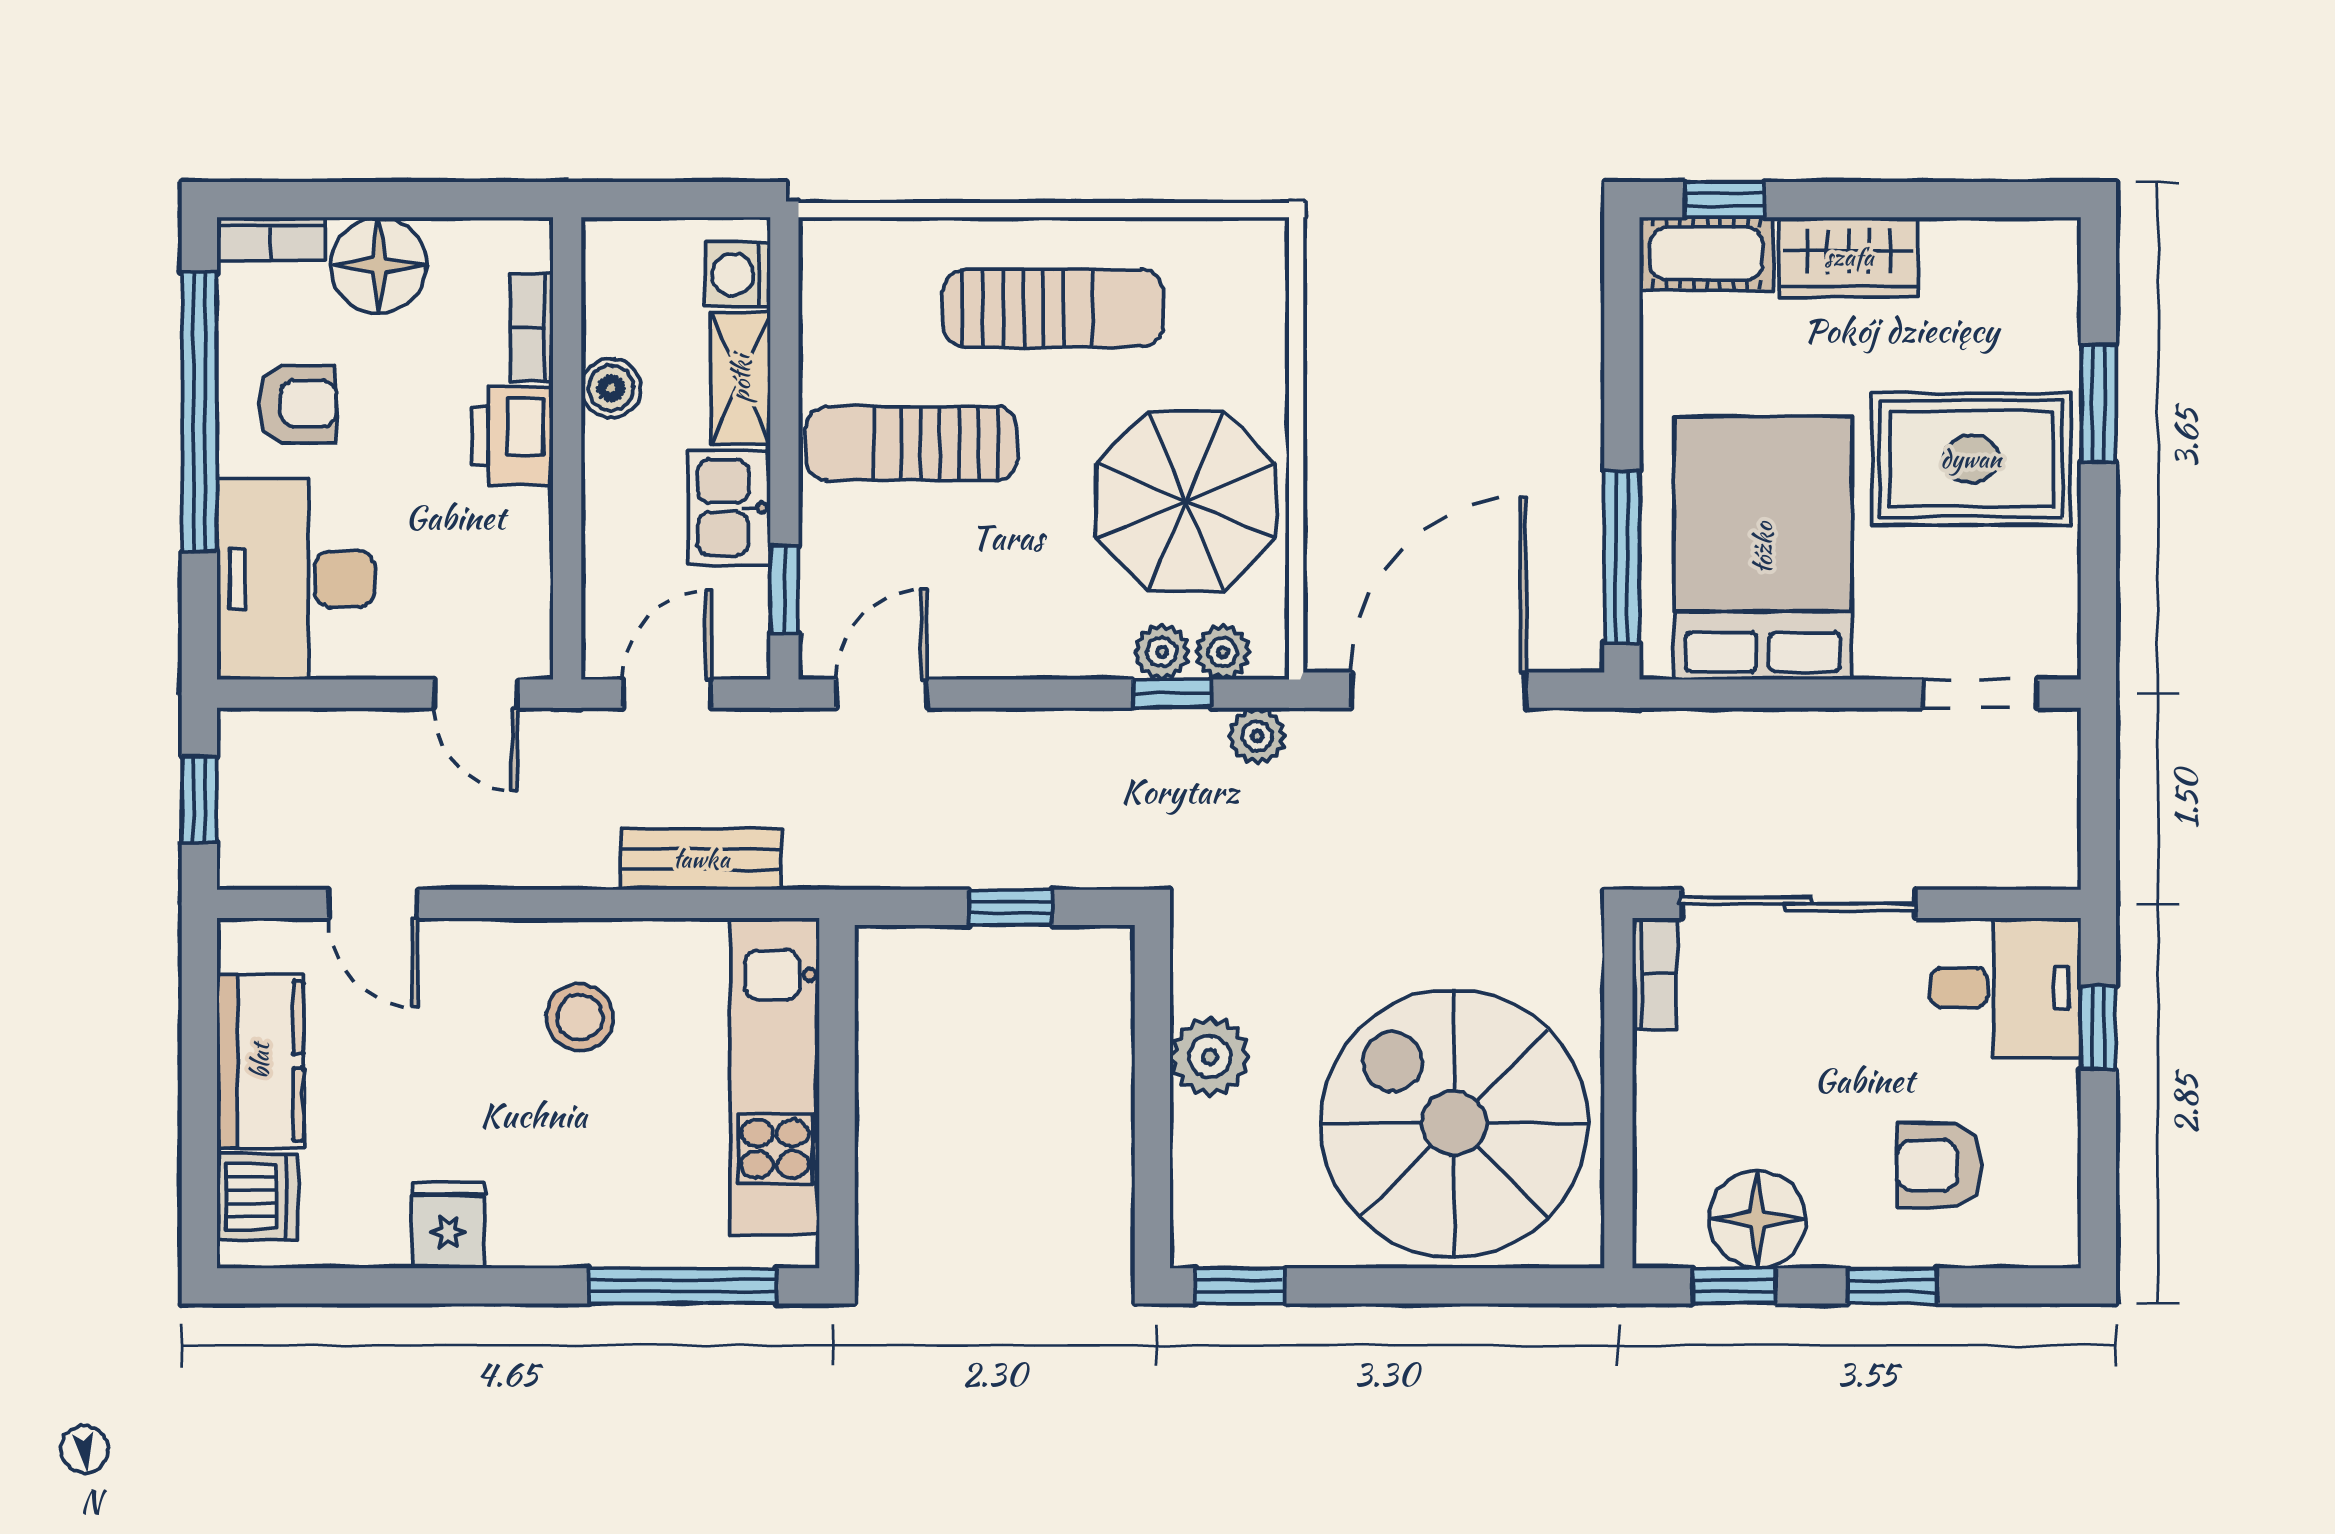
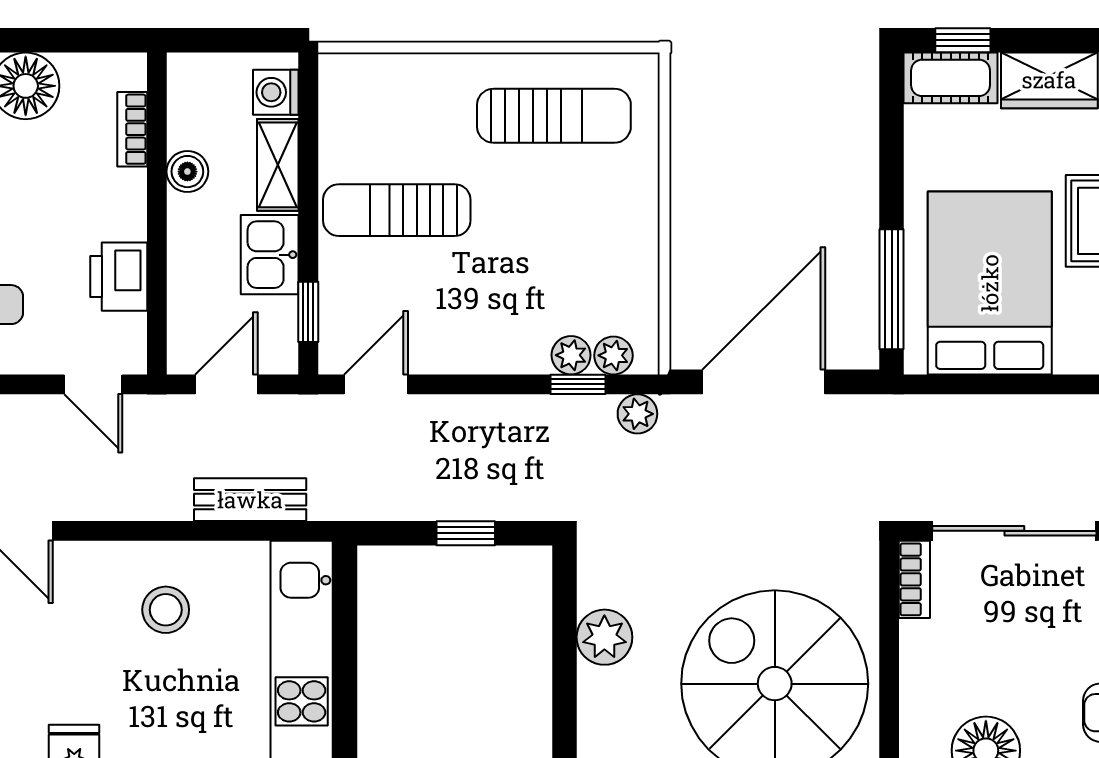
sun lounger: (1053, 308) -> (554, 116), moved
printer: (512, 436) -> (119, 277), moved
parasol: (1186, 501) -> (588, 250), removed

